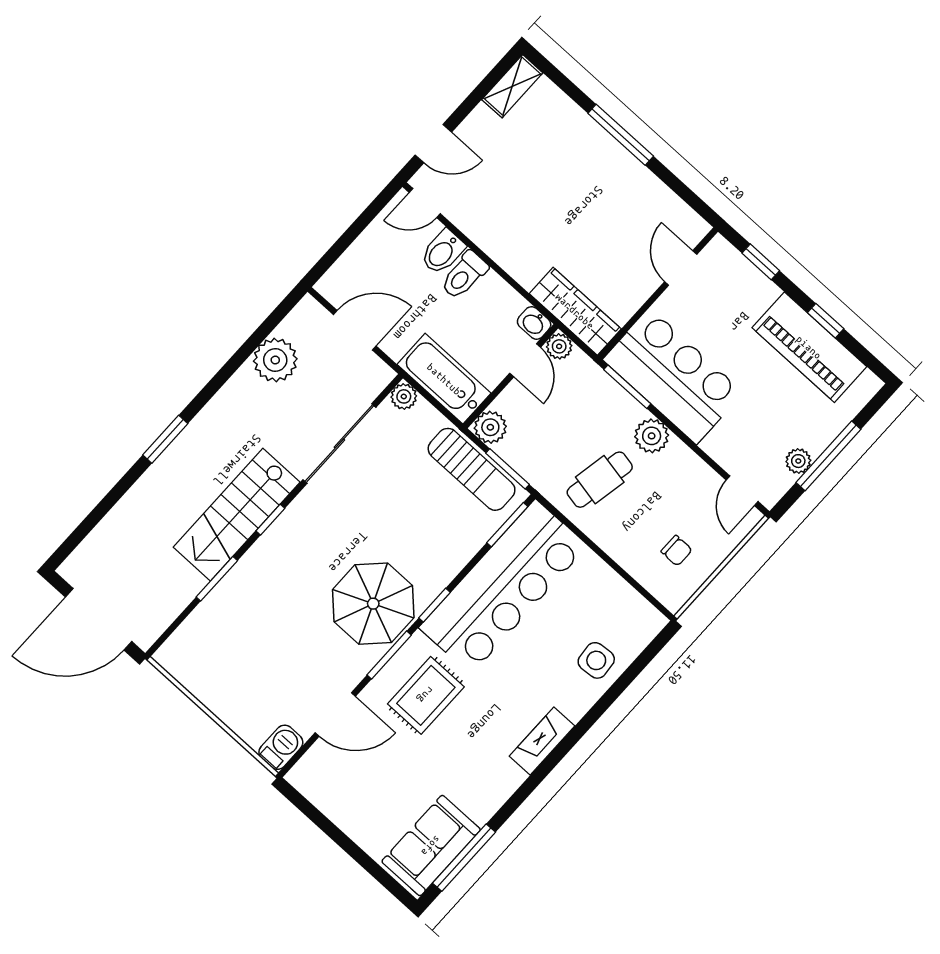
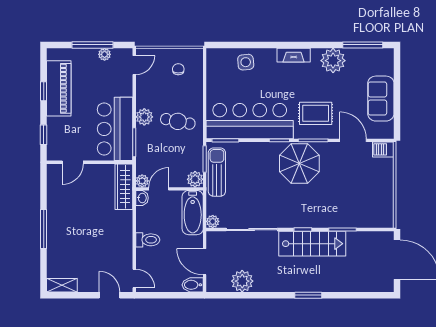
bidet: (443, 252) -> (193, 285), moved, turned 180
plant: (481, 792) -> (333, 61), added
sofa: (431, 846) -> (381, 99), moved, turned 90

